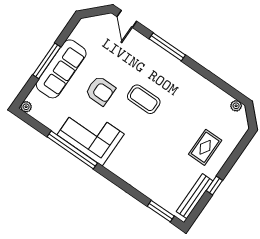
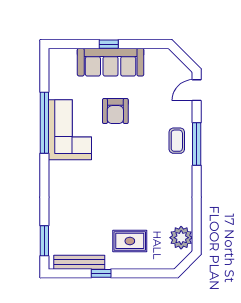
window: (47, 61) -> (109, 44), width x0.46
coffee table: (144, 99) -> (177, 141), moved, width x0.73, depth x0.77
plant: (236, 106) -> (181, 238), width x1.87, depth x1.87
plant: (26, 107) -> (55, 54), removed

